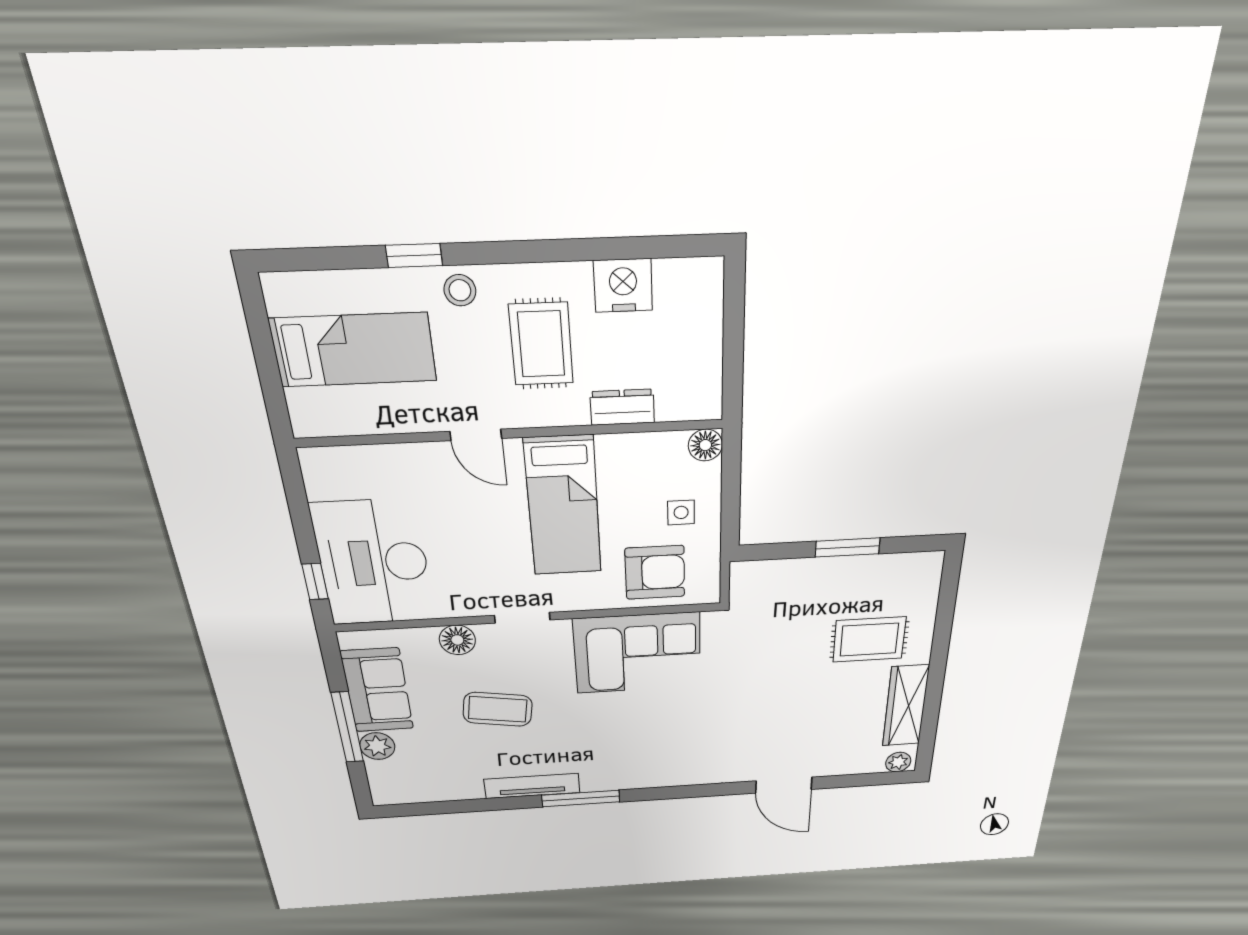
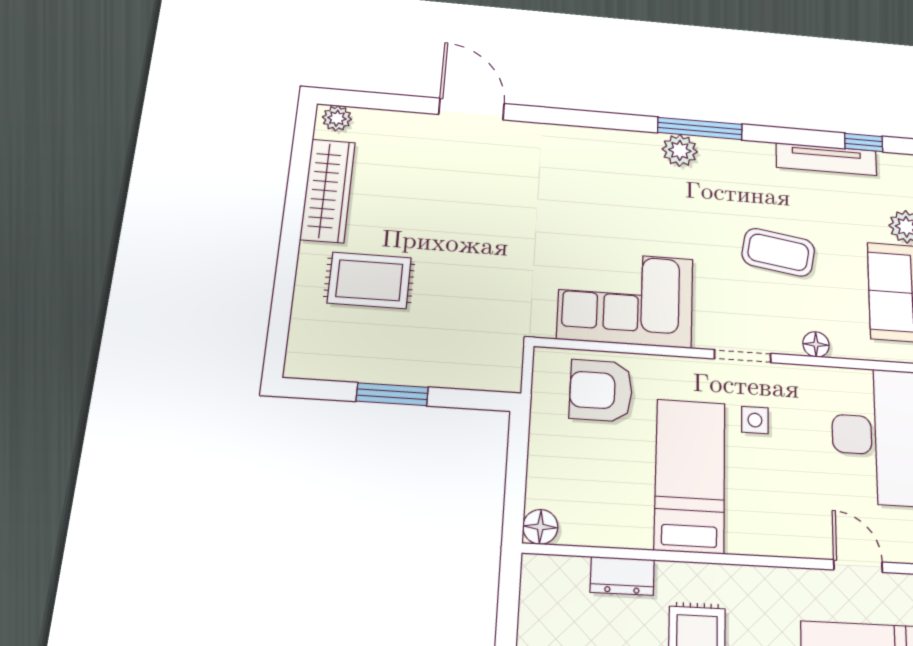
door: (476, 435) -> (858, 566), moved
side table: (681, 512) -> (755, 420), moved
floor lamp: (457, 640) -> (816, 344), width x0.73, depth x0.73
plant: (598, 779) -> (680, 150), added
tv unit: (532, 786) -> (826, 159), moved
window: (428, 808) -> (864, 142), added

